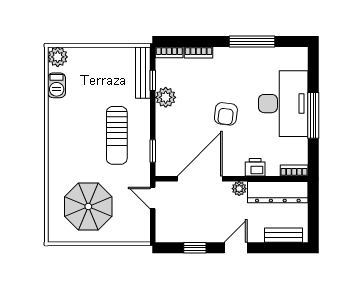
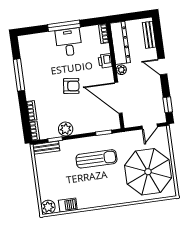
bench: (143, 73) -> (46, 148), width x0.73
desk: (283, 104) -> (69, 42), width x0.53, depth x0.77
door: (153, 198) -> (150, 126), moved
parasol: (88, 206) -> (148, 172), width x1.36, depth x1.36
window: (195, 248) -> (168, 105), moved

